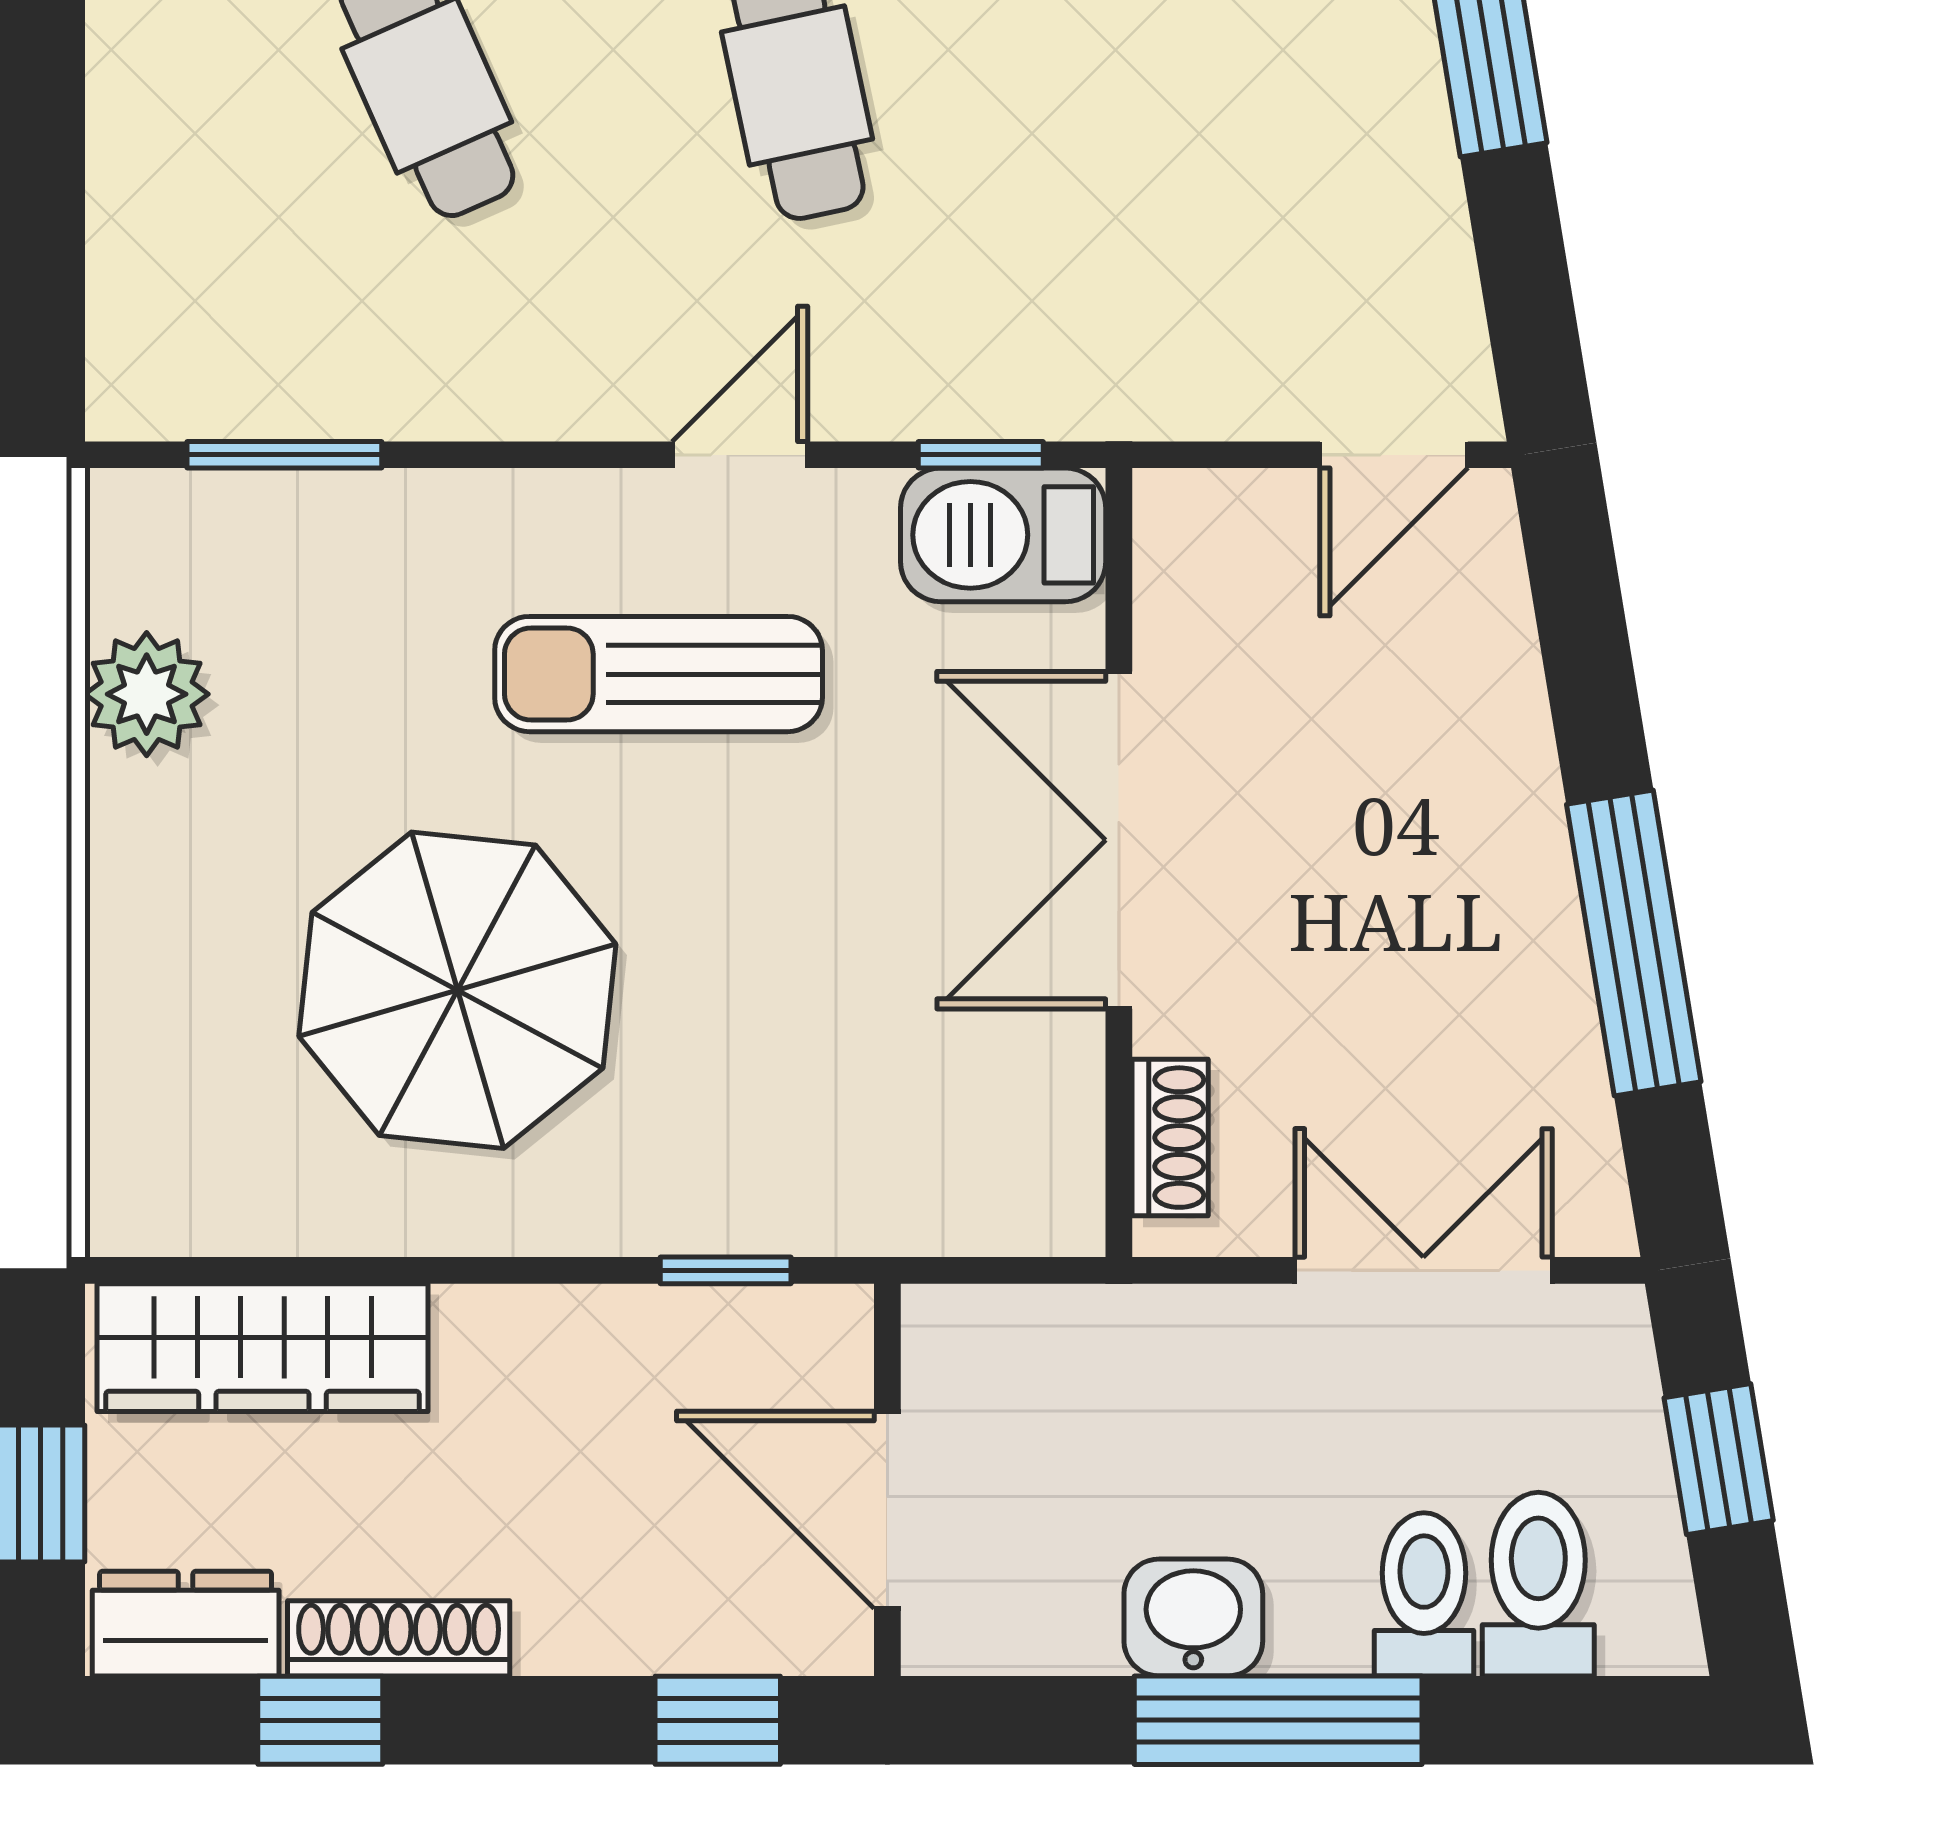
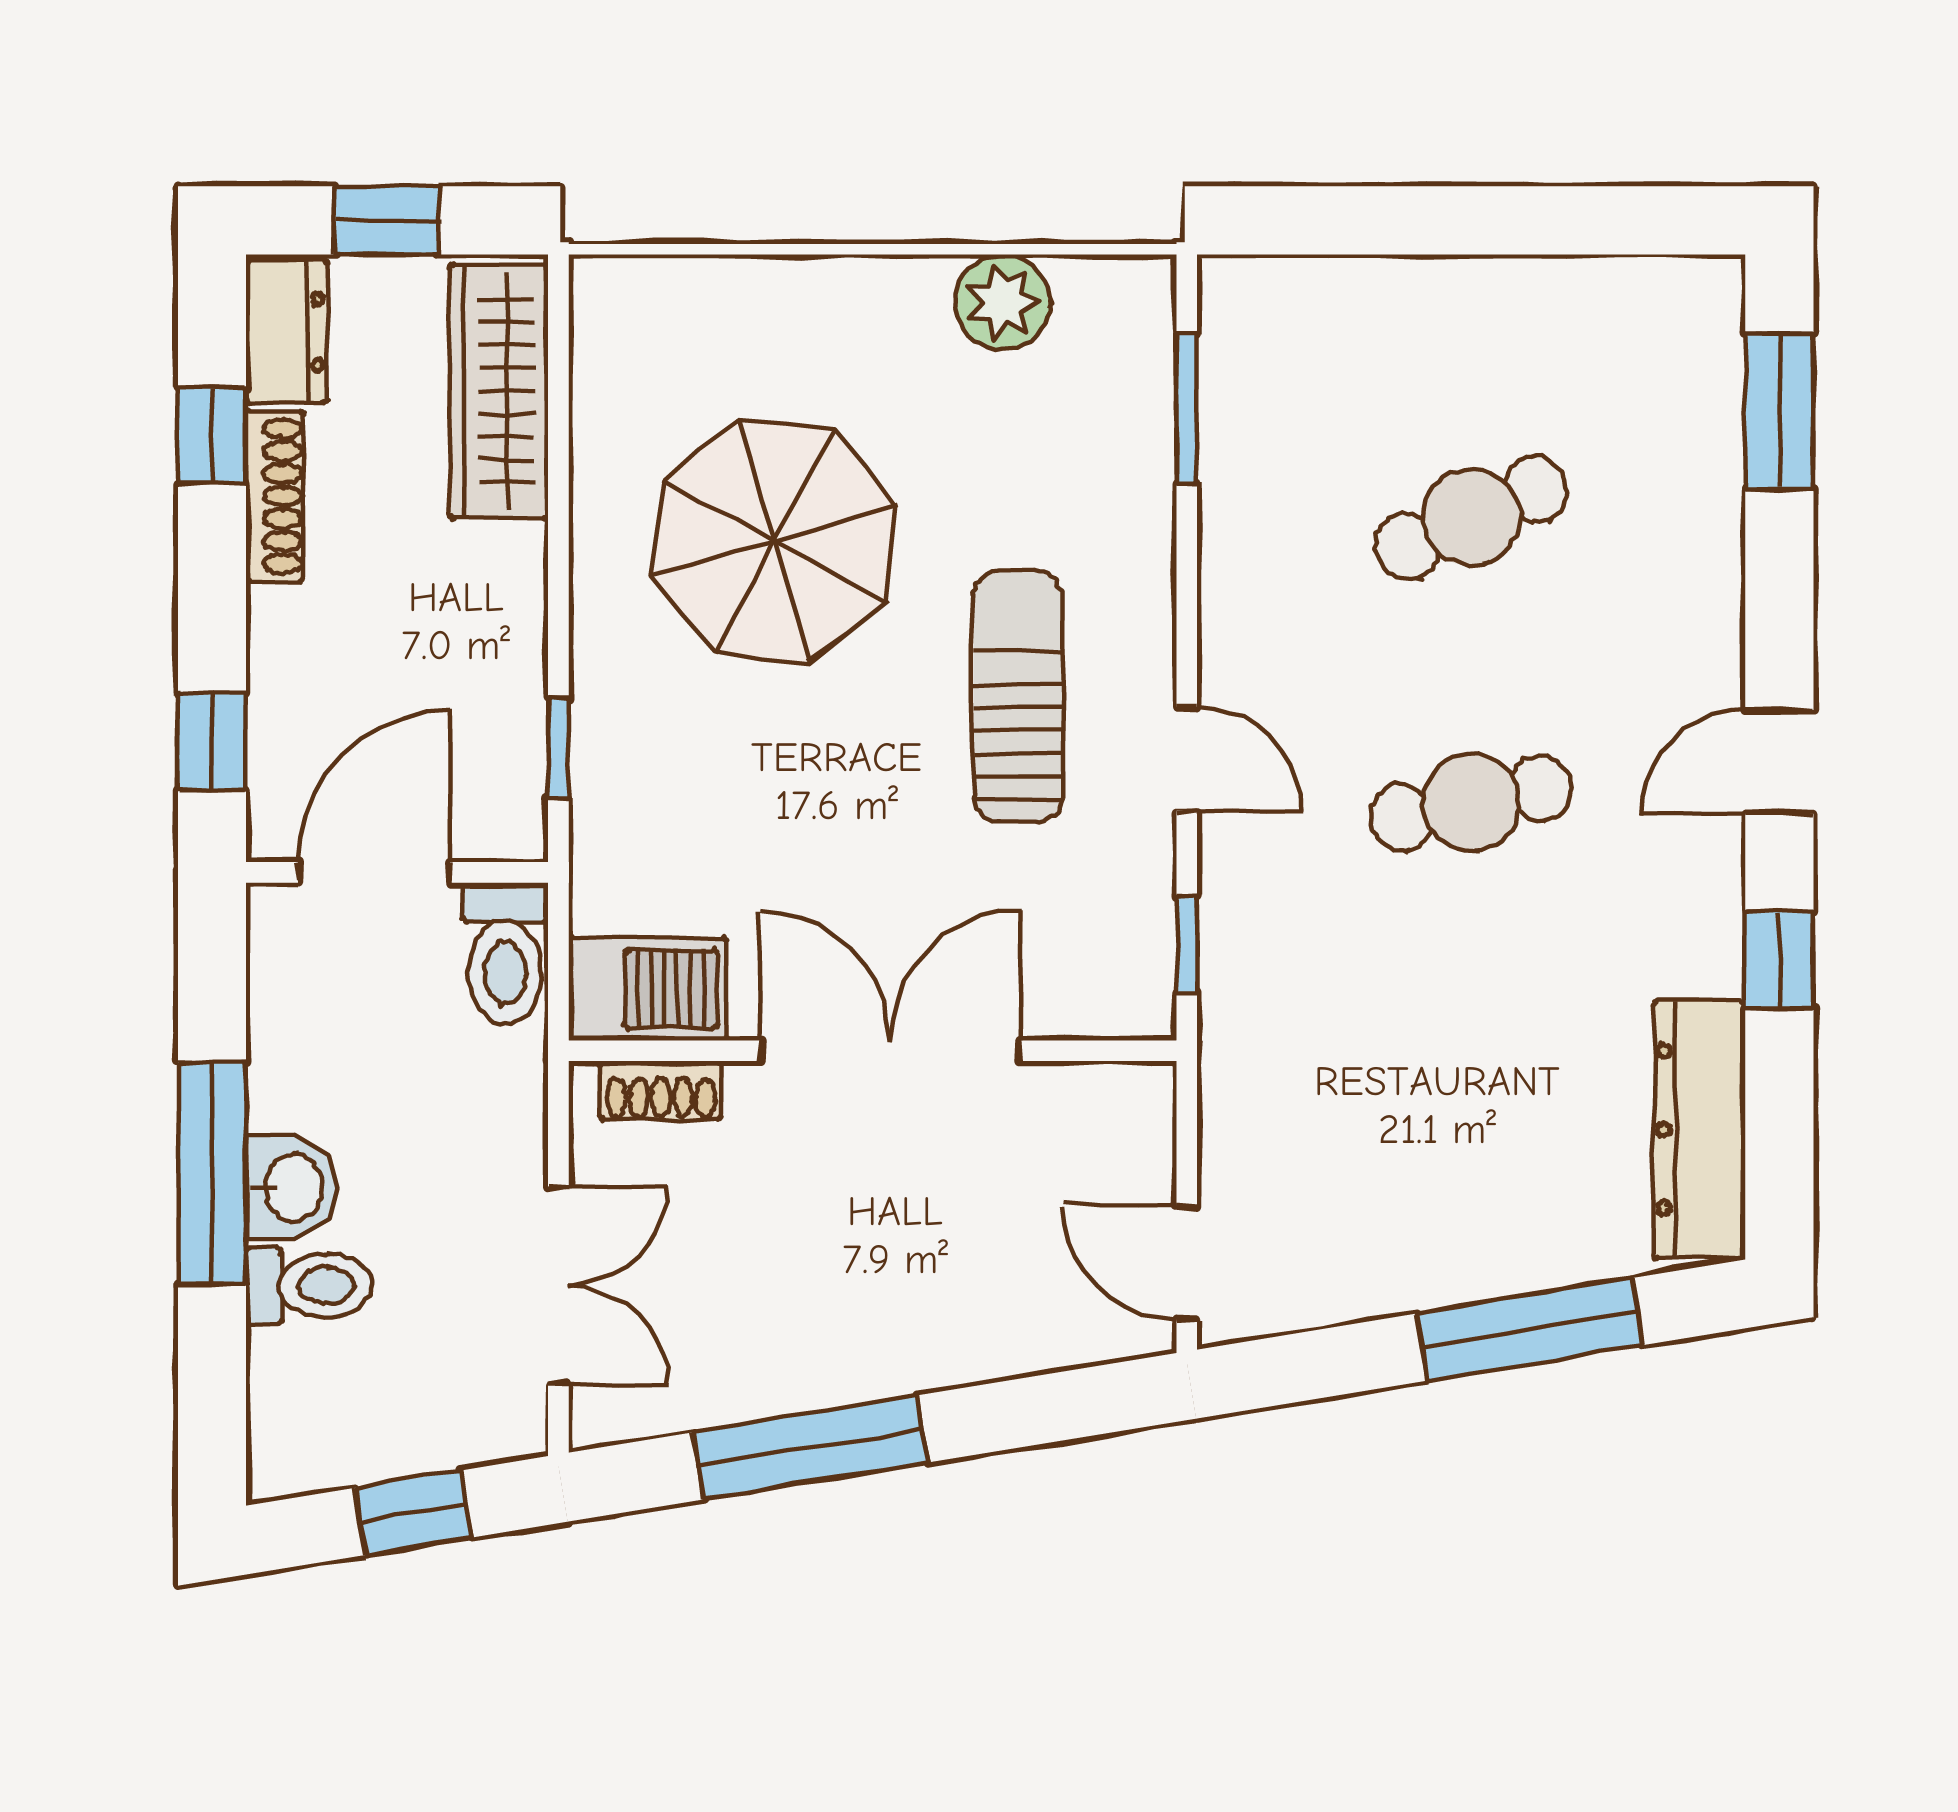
barbecue: (1003, 535) -> (648, 989), moved, turned 90
toilet: (1538, 1584) -> (505, 953), moved, turned 90
washbasin: (1193, 1618) -> (291, 1187), moved

